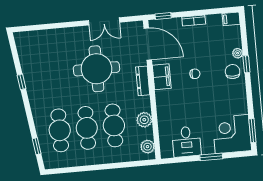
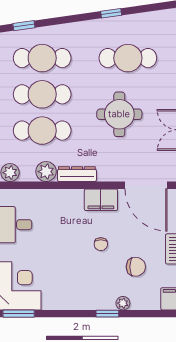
door: (148, 44) -> (146, 185), hinge flipped
cafe table: (54, 66) -> (128, 58), added
round table: (96, 69) -> (119, 114), width x0.73, depth x0.73
chair: (233, 72) -> (136, 267), moved
dresser: (143, 81) -> (77, 174), moved

